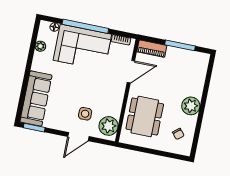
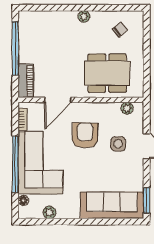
window: (180, 45) -> (15, 49), width x1.46
door: (131, 72) -> (58, 100), swing flipped
armchair: (97, 88) -> (85, 135), added
plant: (191, 106) -> (84, 16), width x0.53, depth x0.53
plant: (108, 126) -> (127, 108), width x0.53, depth x0.53

